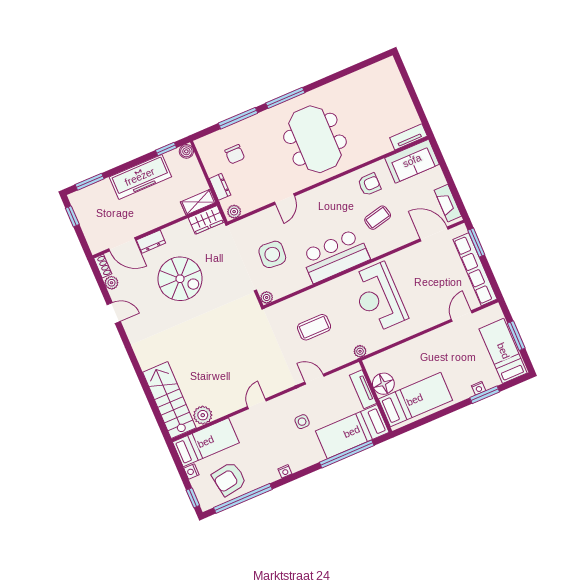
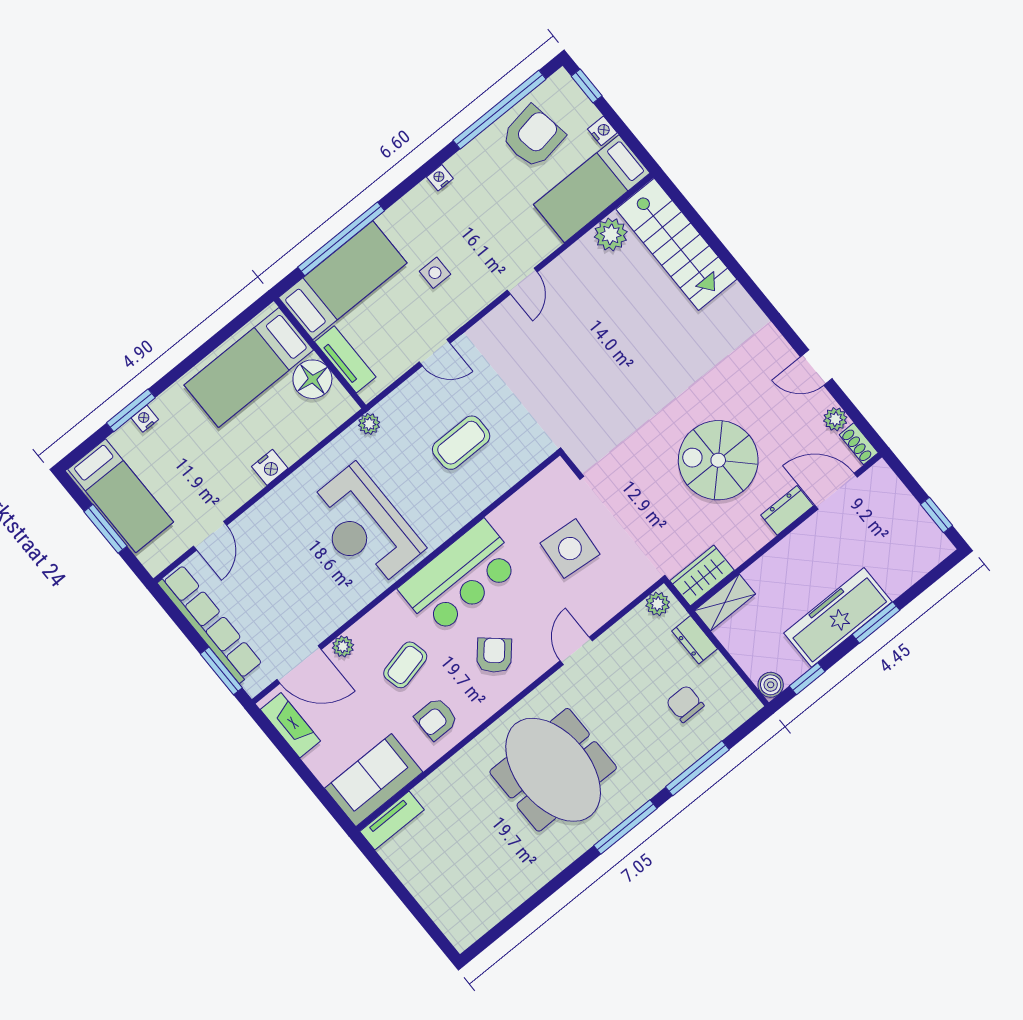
window: (90, 182) -> (876, 622), moved
armchair: (329, 209) -> (494, 655), added
plant: (267, 297) -> (343, 646), moved
reception desk: (379, 297) -> (364, 527), turned 180
nightstand: (420, 343) -> (270, 467), added

